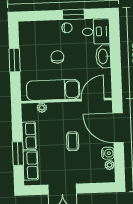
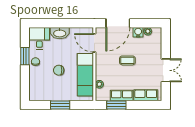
window: (18, 154) -> (116, 105), moved

